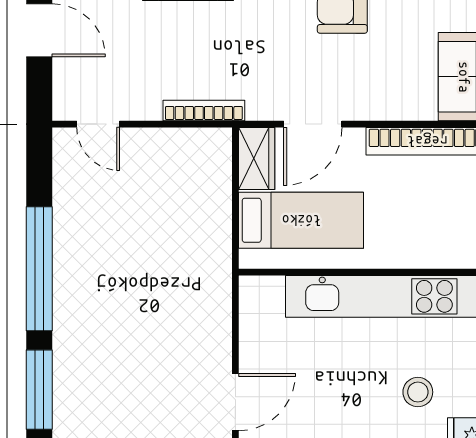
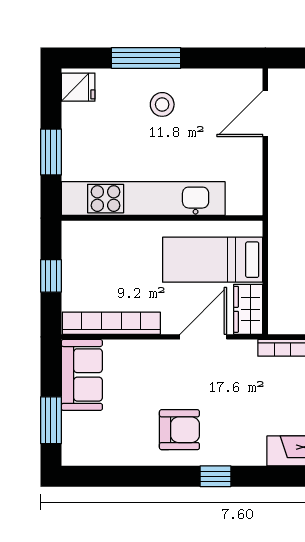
stool: (418, 392) -> (162, 104), moved

